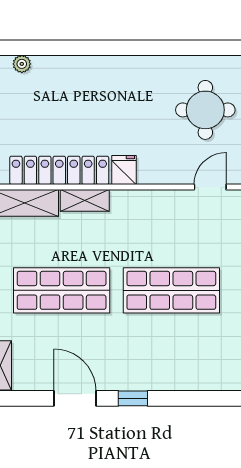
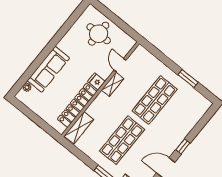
sofa: (80, 75) -> (48, 69), added
door: (210, 187) -> (120, 65), moved
shelving: (85, 200) -> (113, 84), moved

